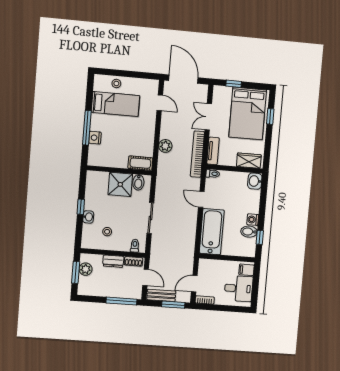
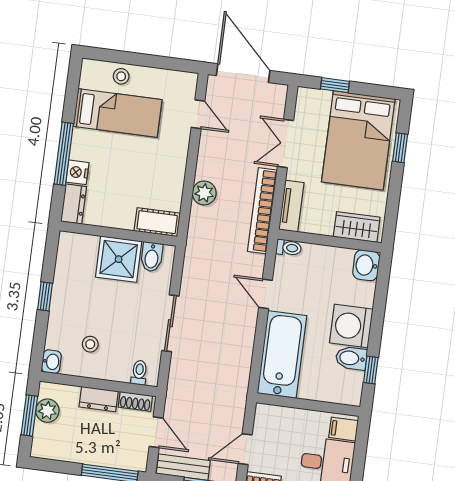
dresser: (94, 155) -> (74, 204), added
washbasin: (88, 217) -> (51, 362), moved
washing machine: (253, 220) -> (351, 326), width x1.89, depth x1.89

